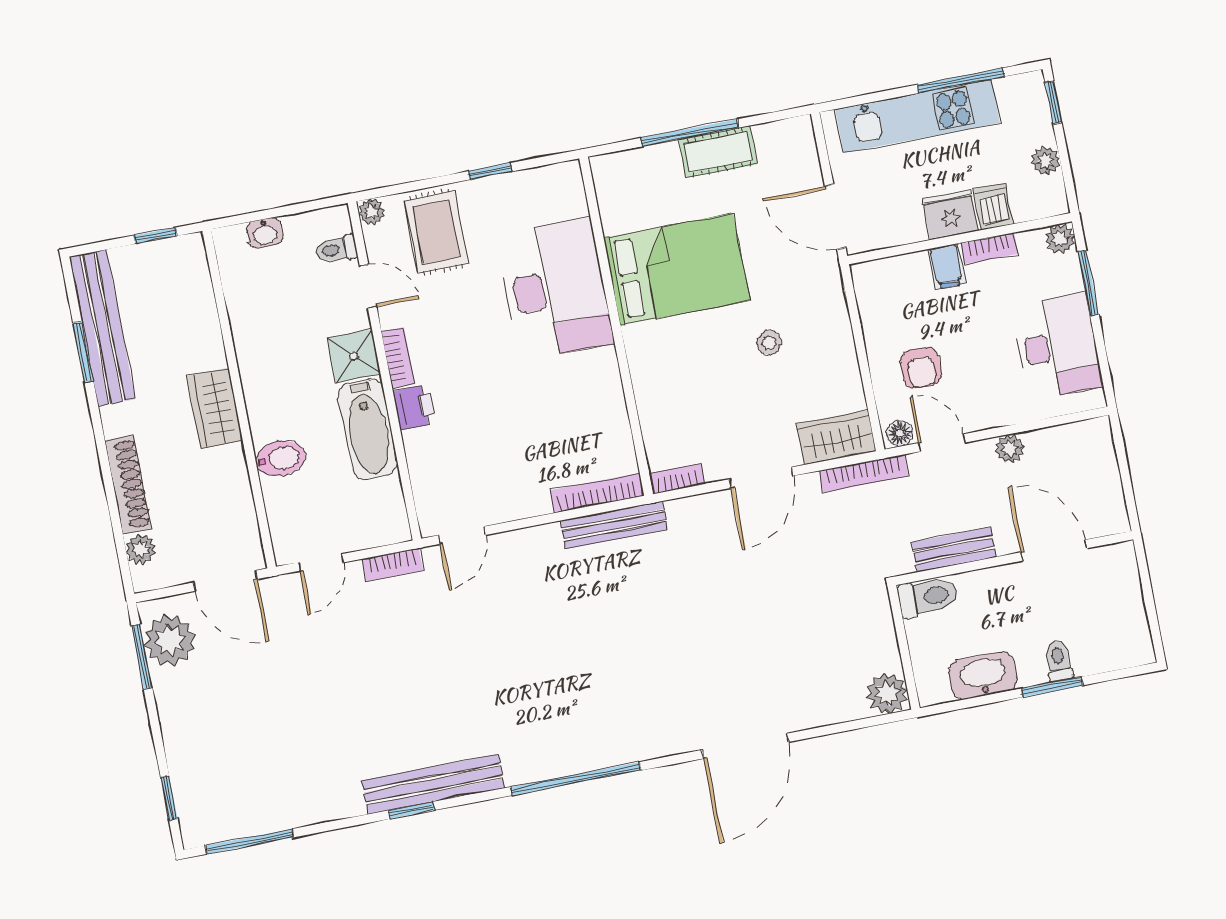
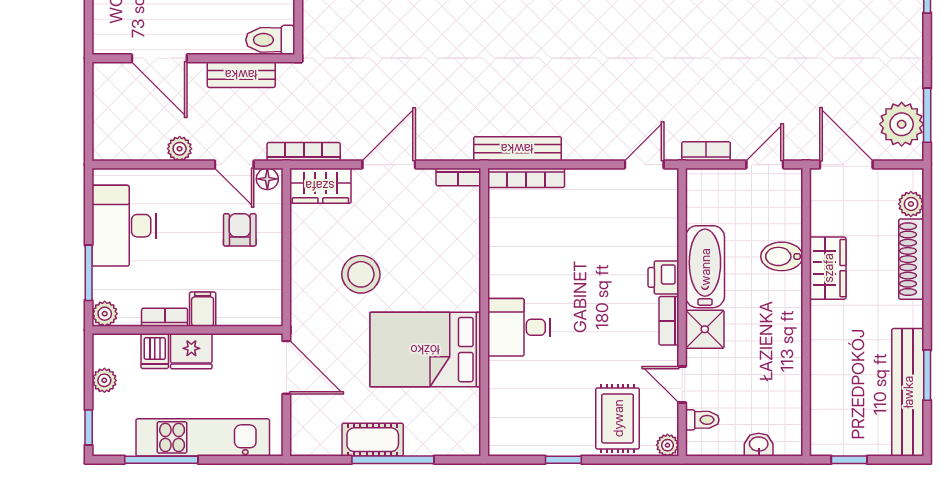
desk: (555, 289) -> (519, 327), width x0.53, depth x0.77
stool: (769, 343) -> (361, 274), width x1.89, depth x1.89
wardrobe: (215, 408) -> (828, 268), moved

